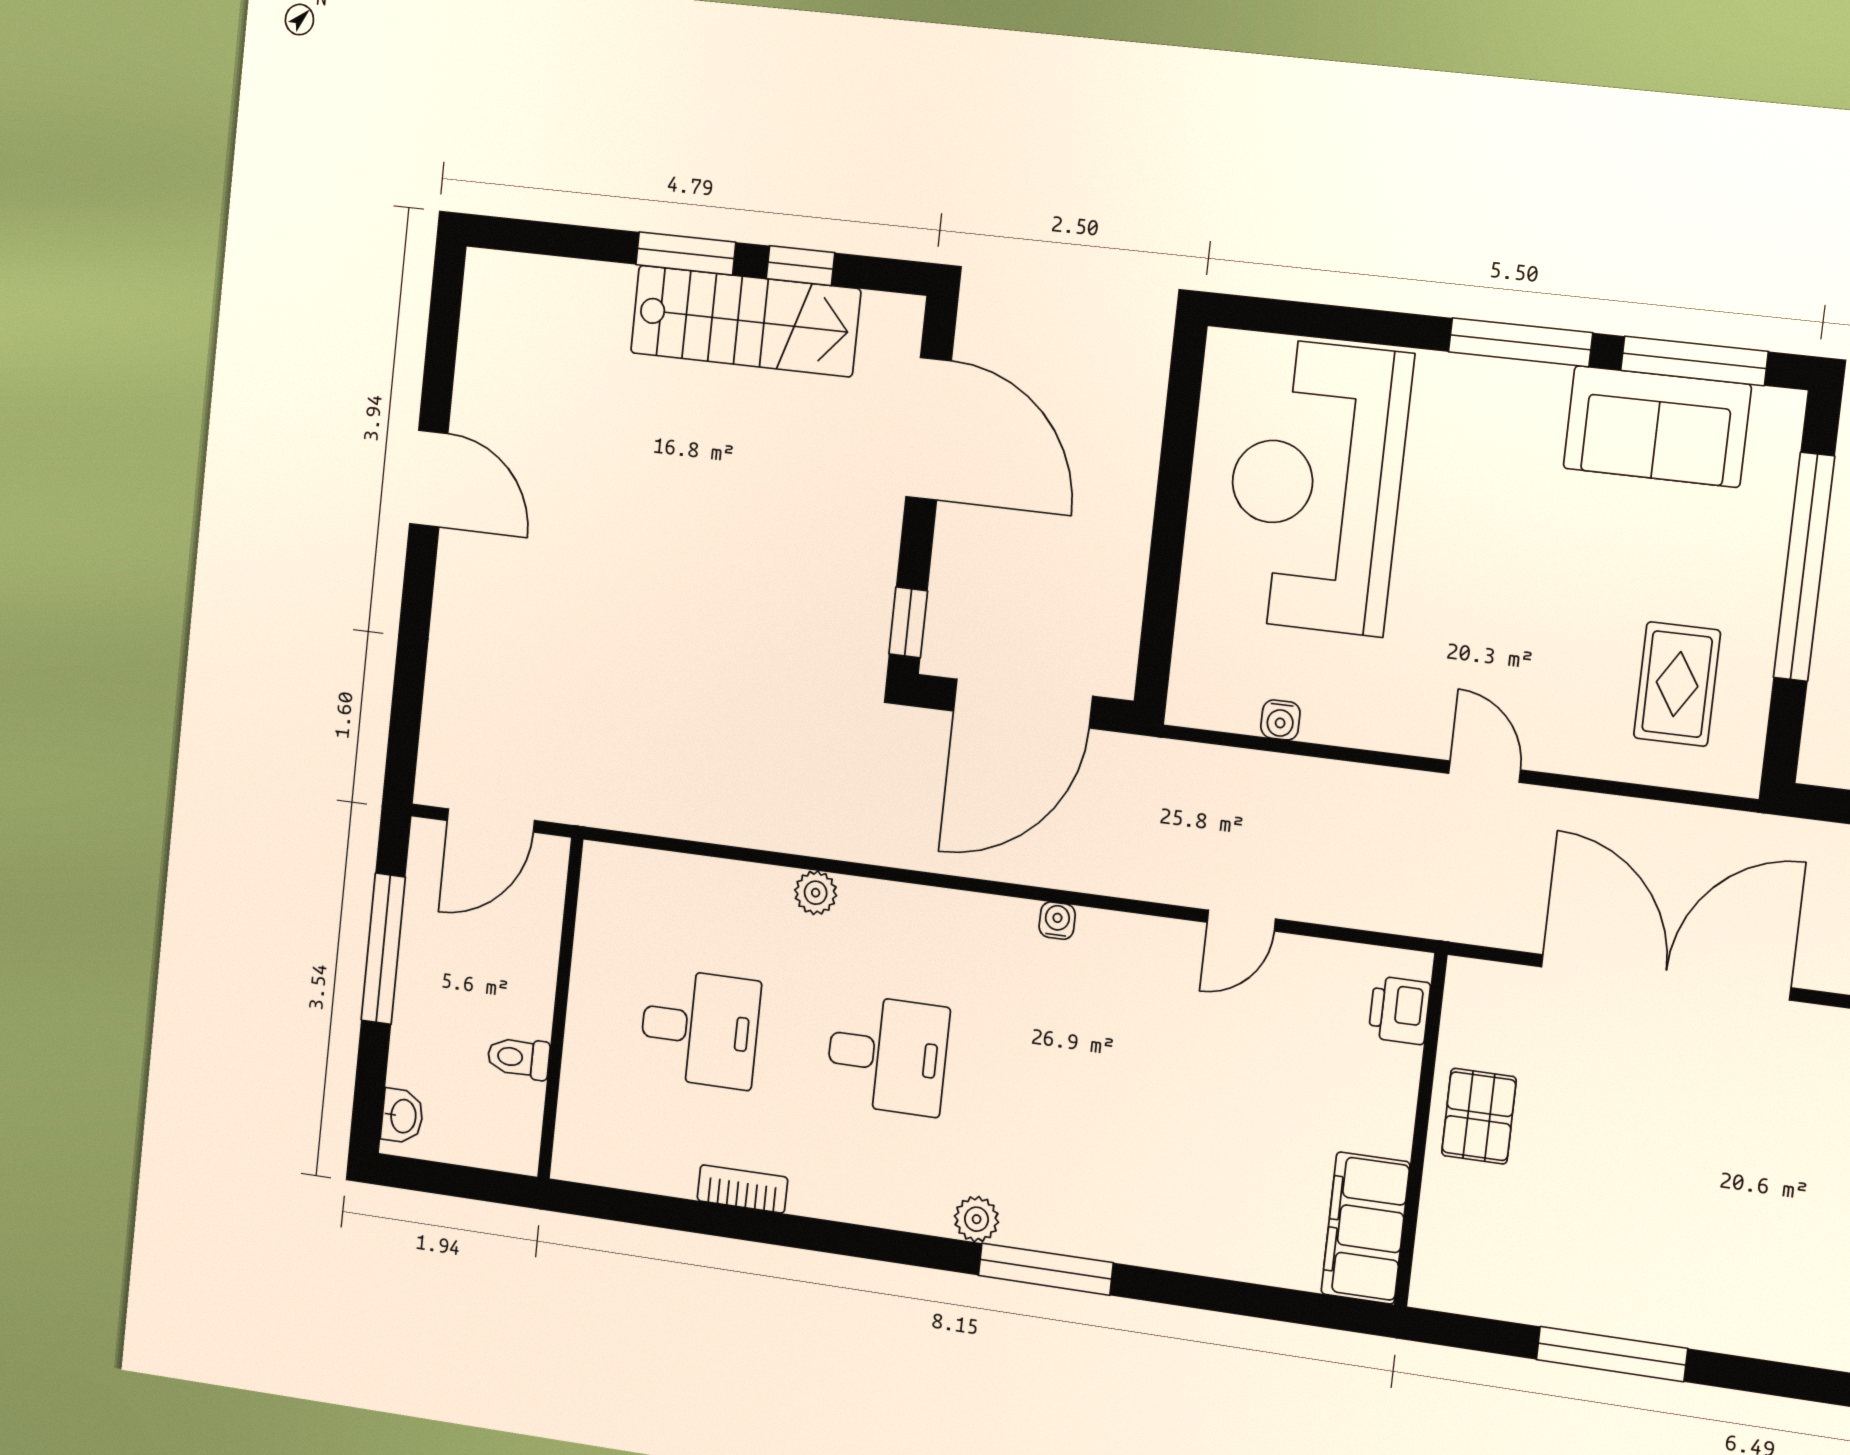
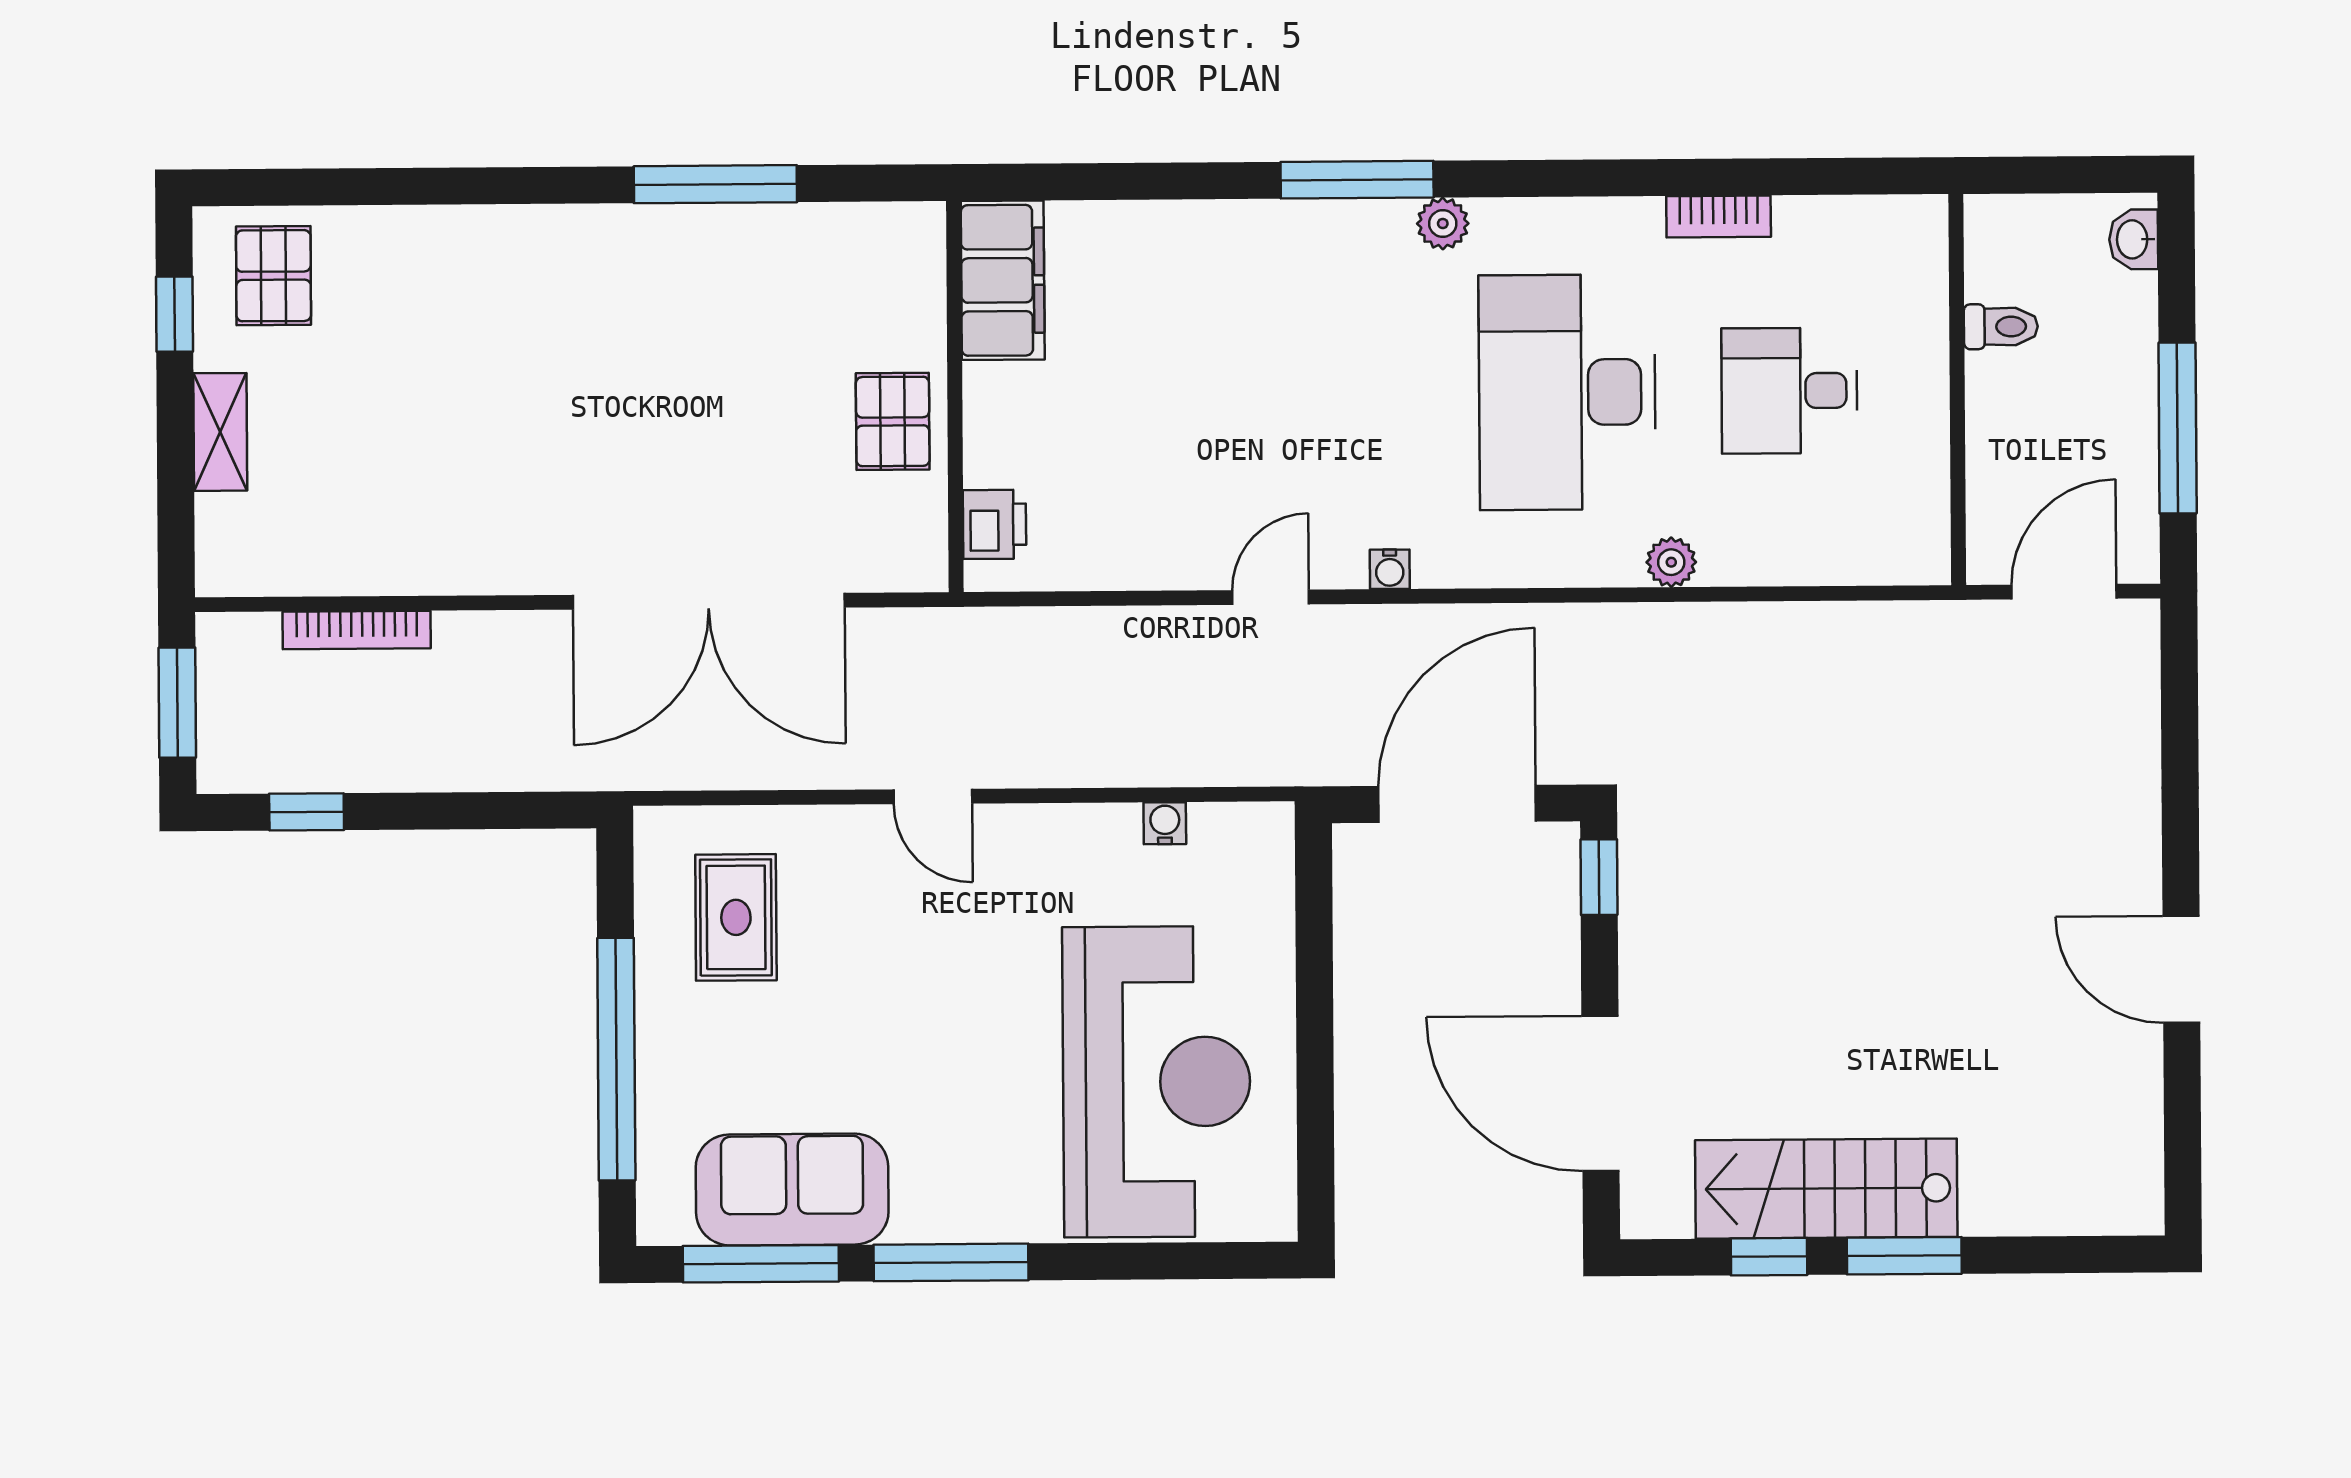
door: (1241, 921) -> (1271, 597), moved
desk: (887, 1055) -> (1567, 392), width x1.87, depth x1.30

